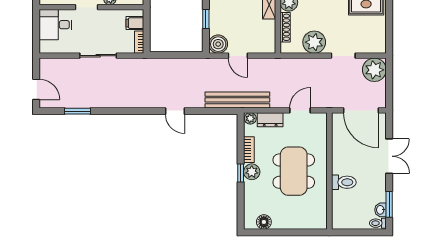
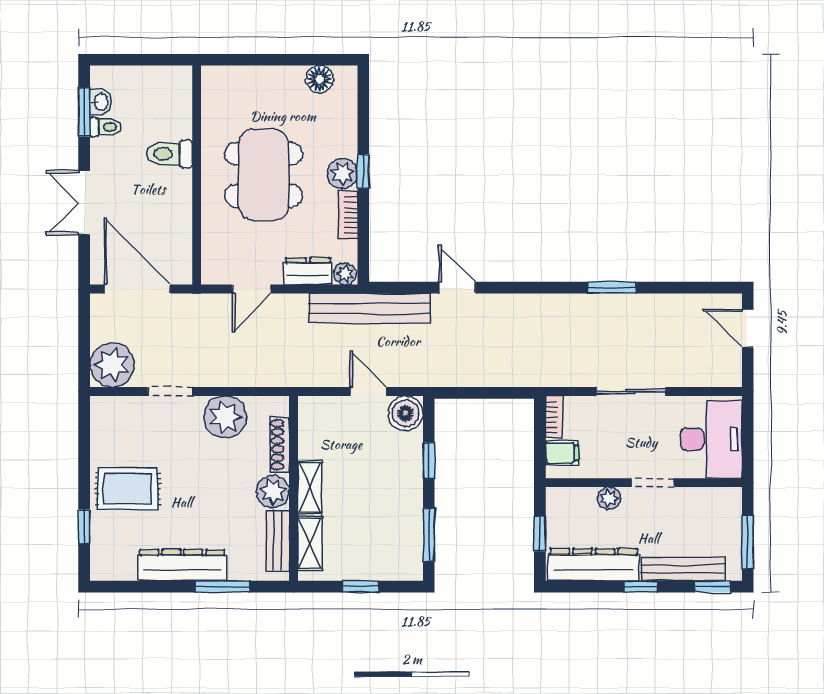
desk: (55, 25) -> (711, 439), width x1.37
window: (78, 111) -> (612, 288), moved
door: (175, 111) -> (457, 288), moved
toilet: (378, 223) -> (106, 127), moved

